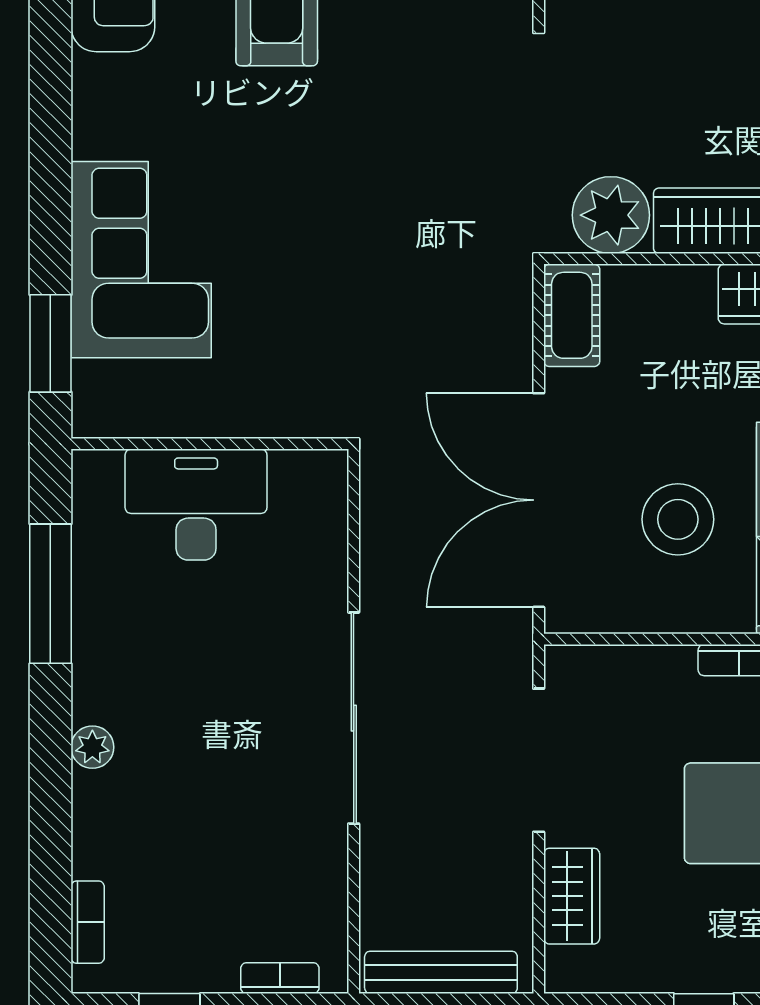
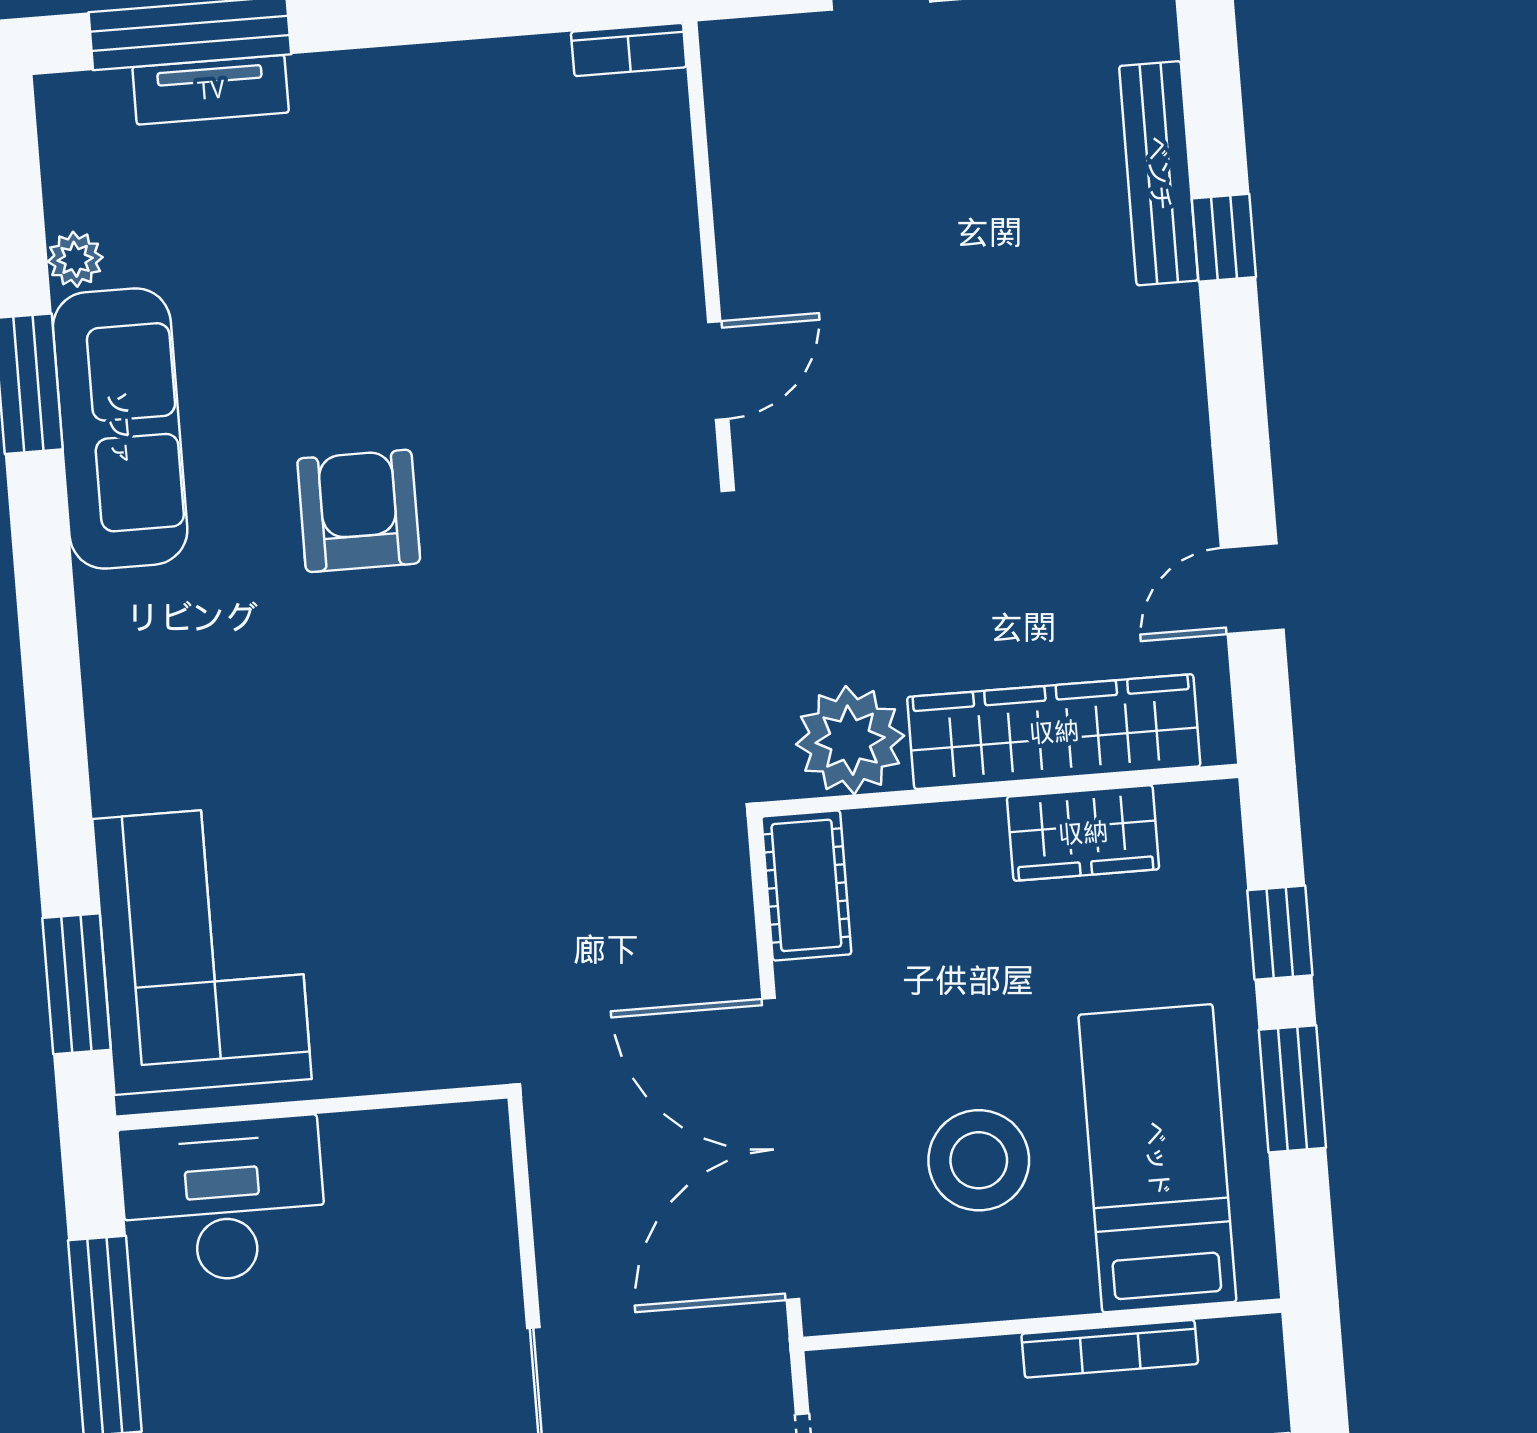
corner sofa: (141, 260) -> (202, 949), moved
desk: (196, 505) -> (223, 1200), moved

